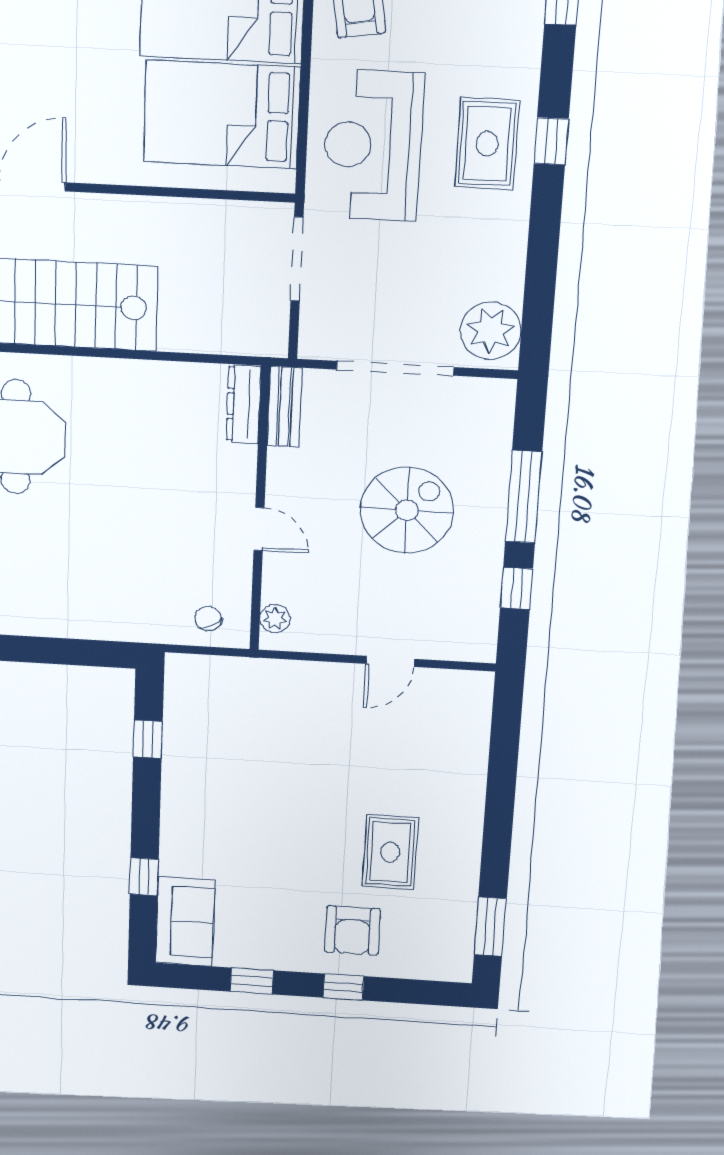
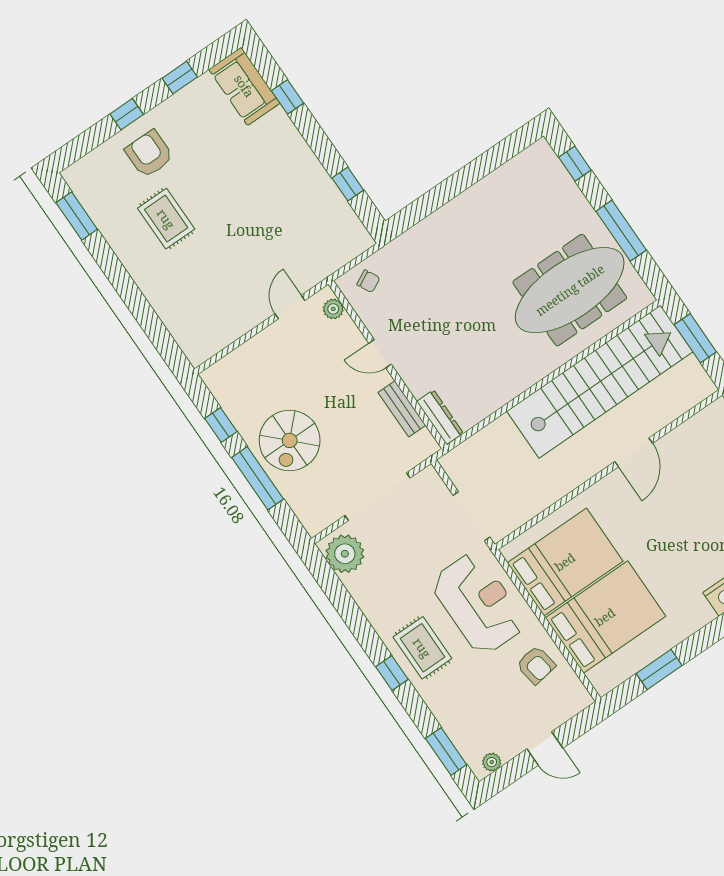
bench: (285, 407) -> (402, 409), moved
spiral stairs: (407, 510) -> (290, 440), moved
door: (390, 661) -> (290, 307), moved

